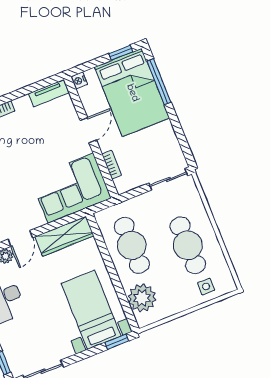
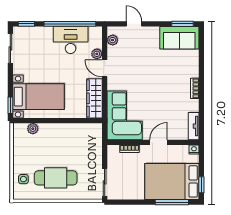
door: (88, 130) -> (158, 142), swing flipped
cafe table: (132, 245) -> (70, 141), removed
plant: (142, 298) -> (33, 129), width x0.53, depth x0.53

